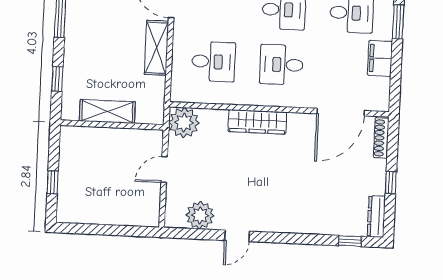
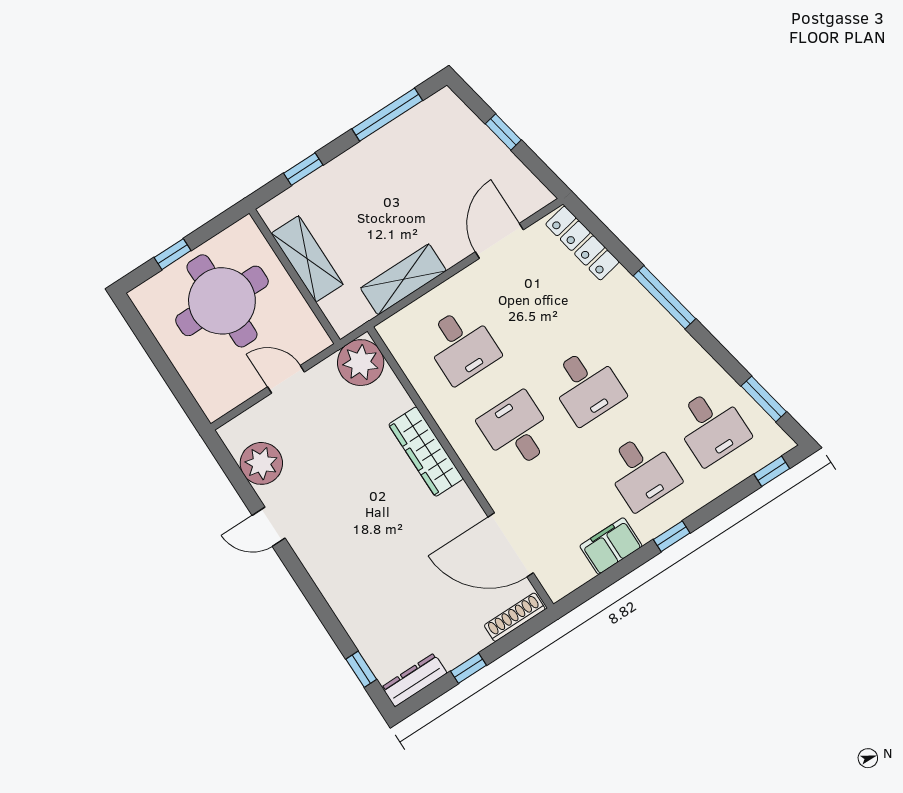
window: (398, 22) -> (672, 536), width x0.67
shelving: (157, 48) -> (403, 279), moved
round table: (97, 174) -> (222, 301), added

